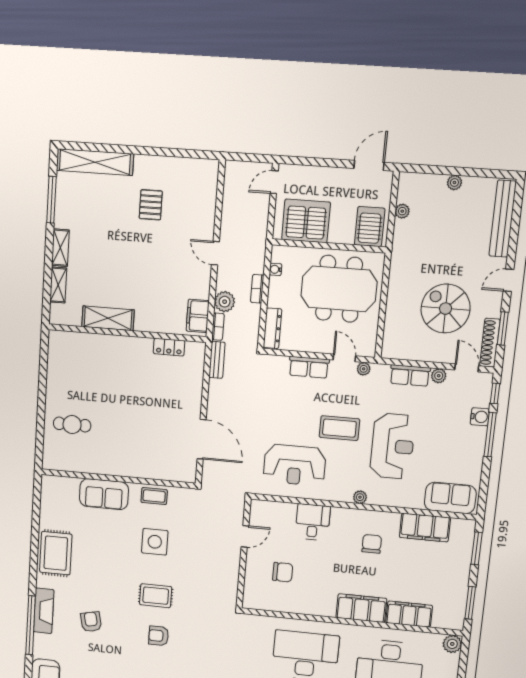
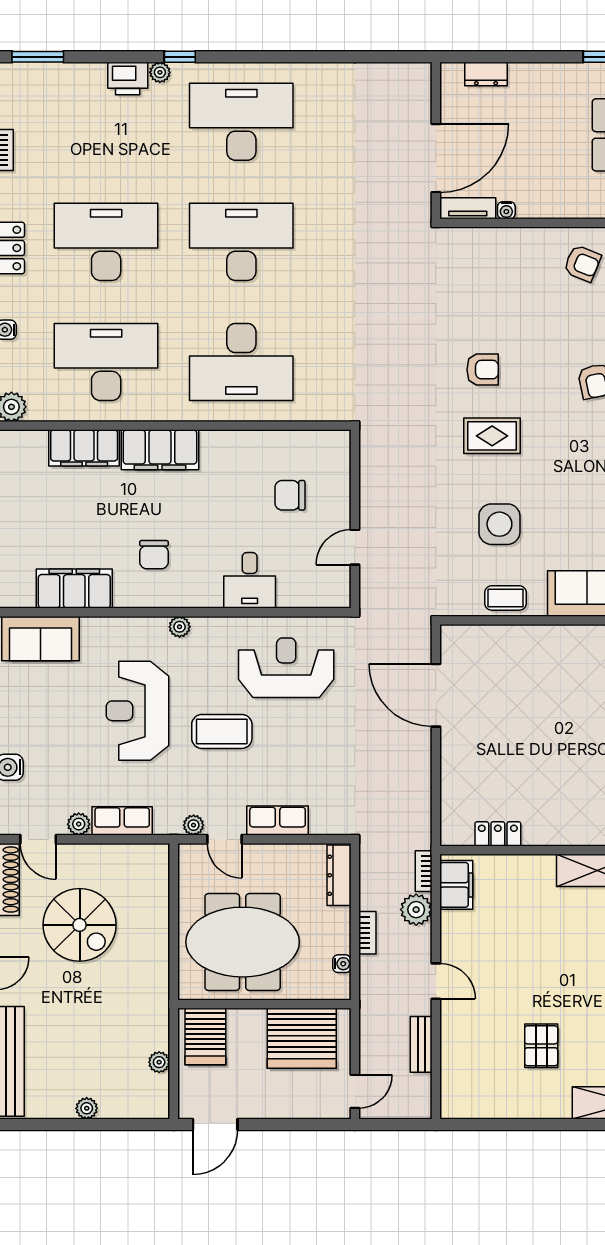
bench: (217, 360) -> (421, 1044), moved

